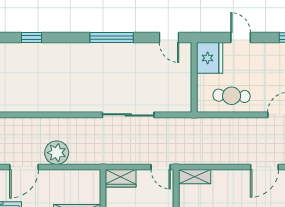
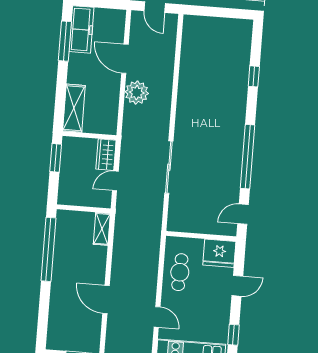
window: (112, 38) -> (248, 157), width x1.46
door: (161, 167) -> (115, 181), moved

